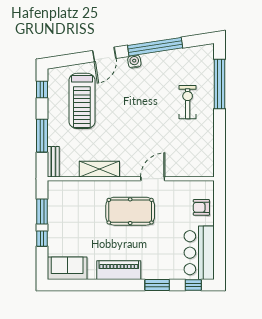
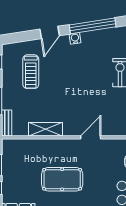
treadmill: (82, 101) -> (31, 72), width x0.73, depth x0.73
pool table: (130, 211) -> (62, 179), moved

